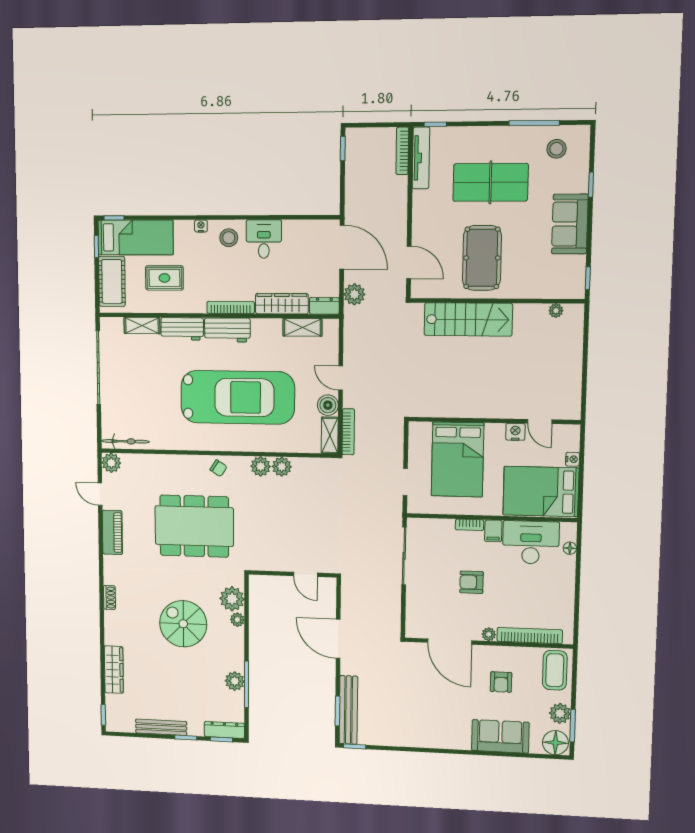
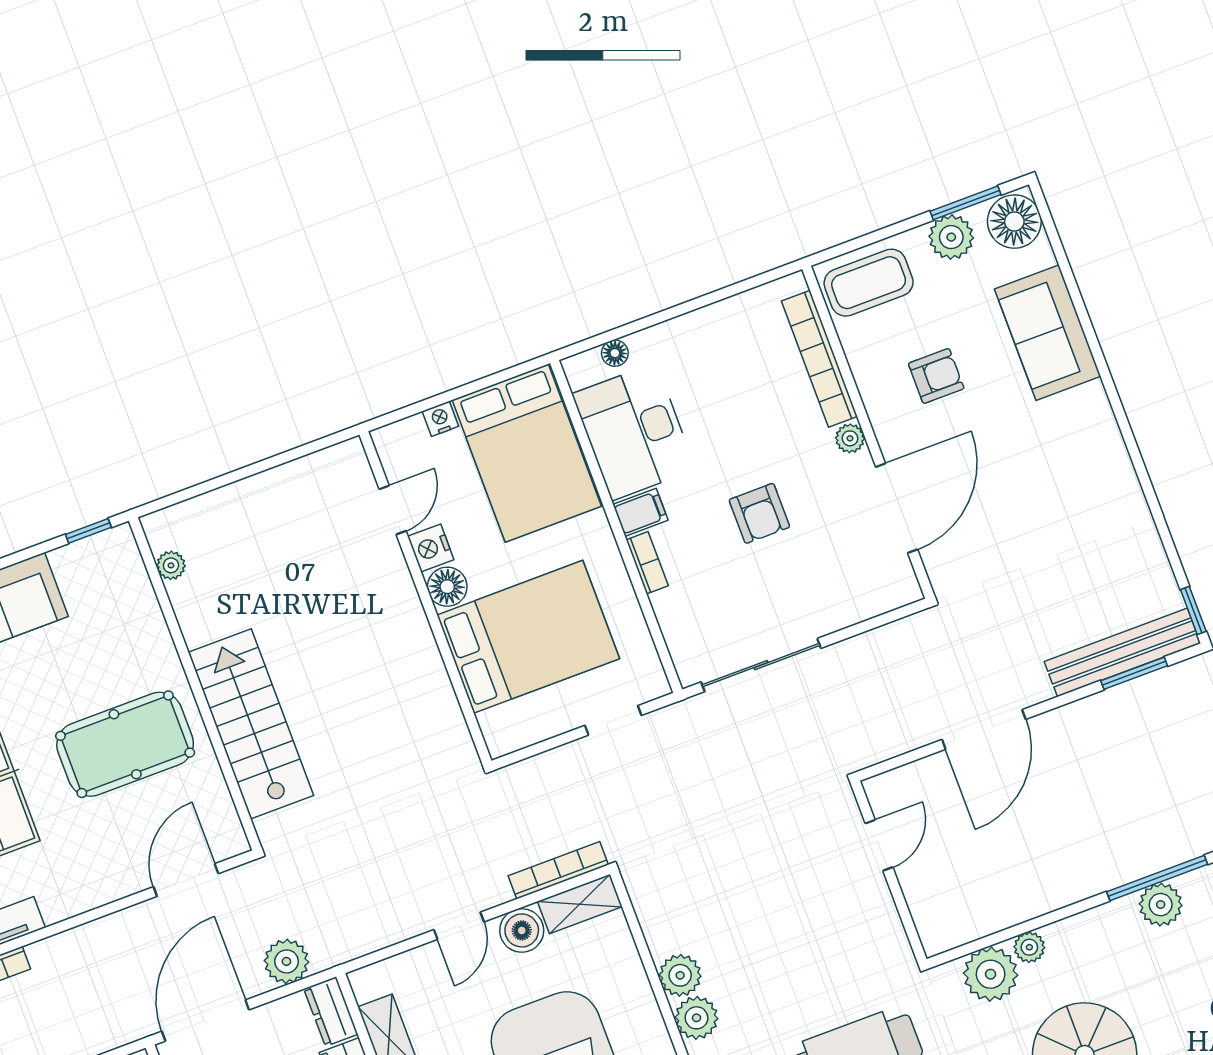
floor lamp: (495, 432) -> (447, 587), added

